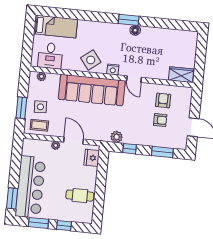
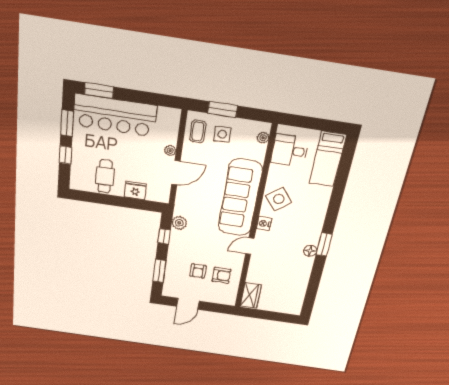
fridge: (92, 158) -> (135, 190), moved

